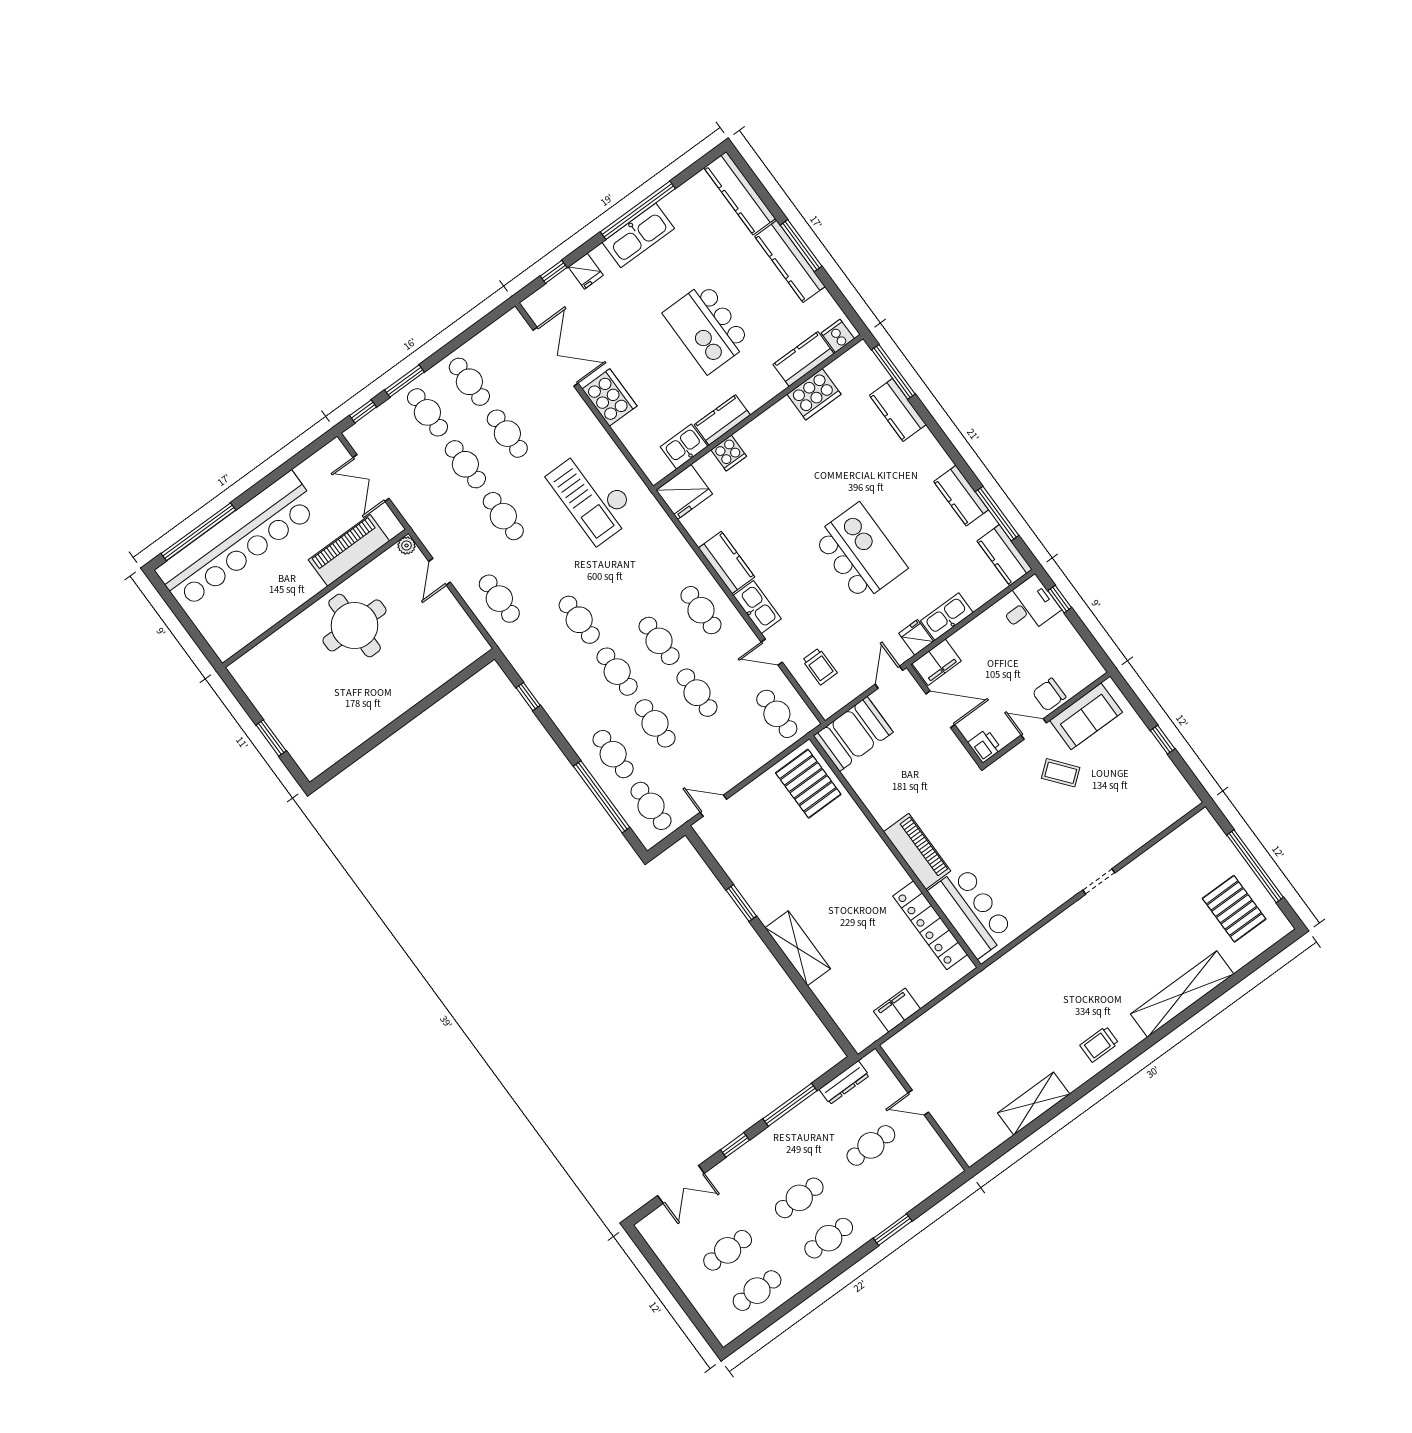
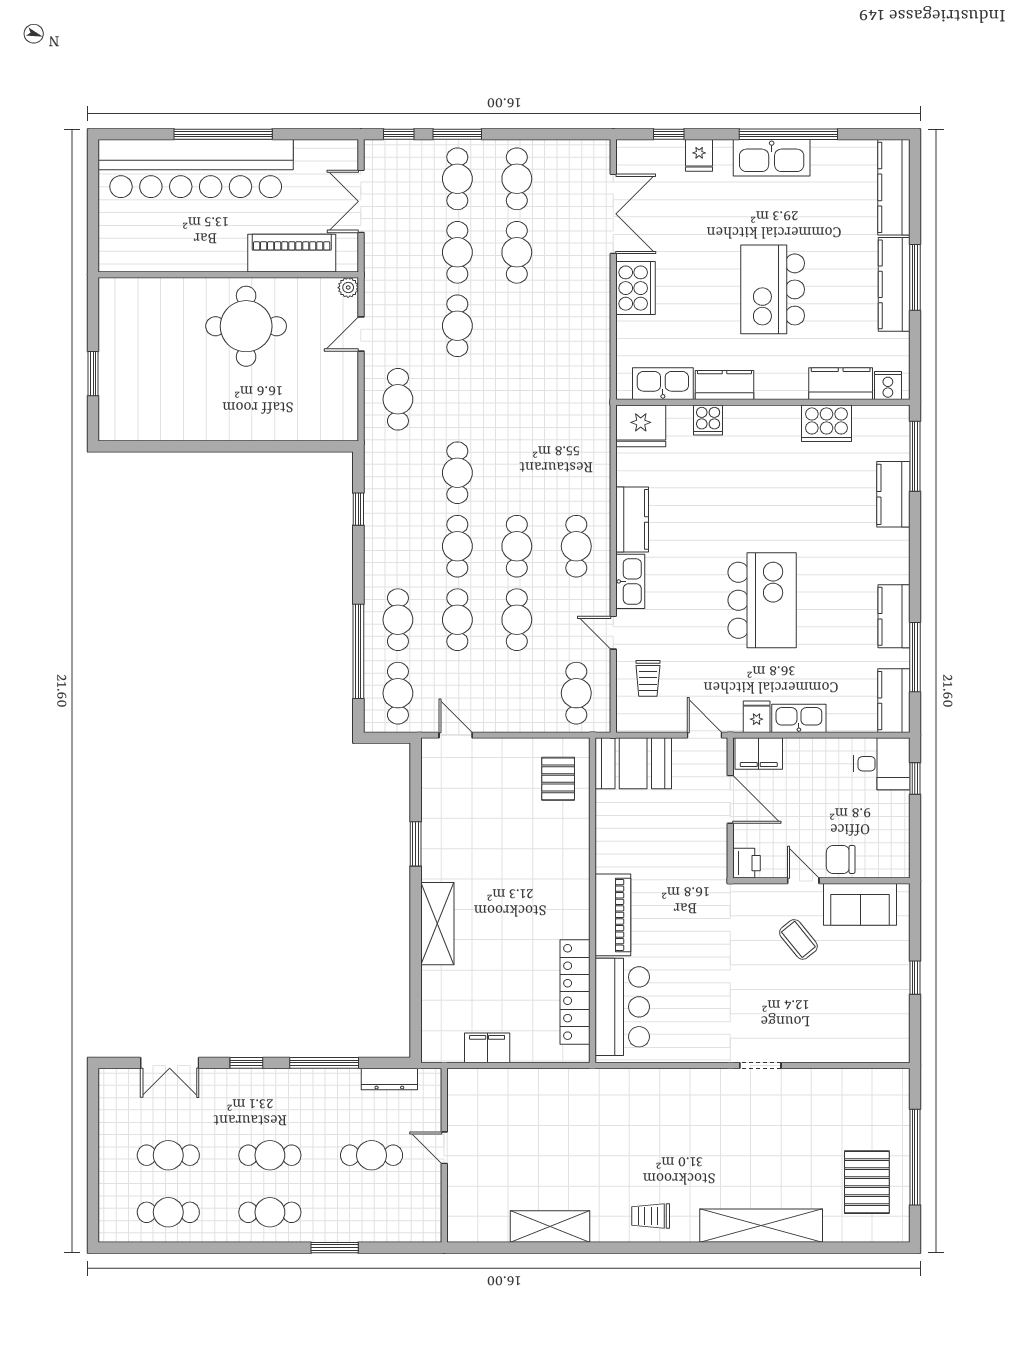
kitchen sink: (684, 446) -> (663, 384), width x1.38
checkout: (592, 496) -> (553, 367), removed
window: (198, 532) -> (223, 134), moved
door: (889, 677) -> (704, 735), hinge flipped
pallet: (808, 784) -> (558, 779), width x0.67, depth x0.71

